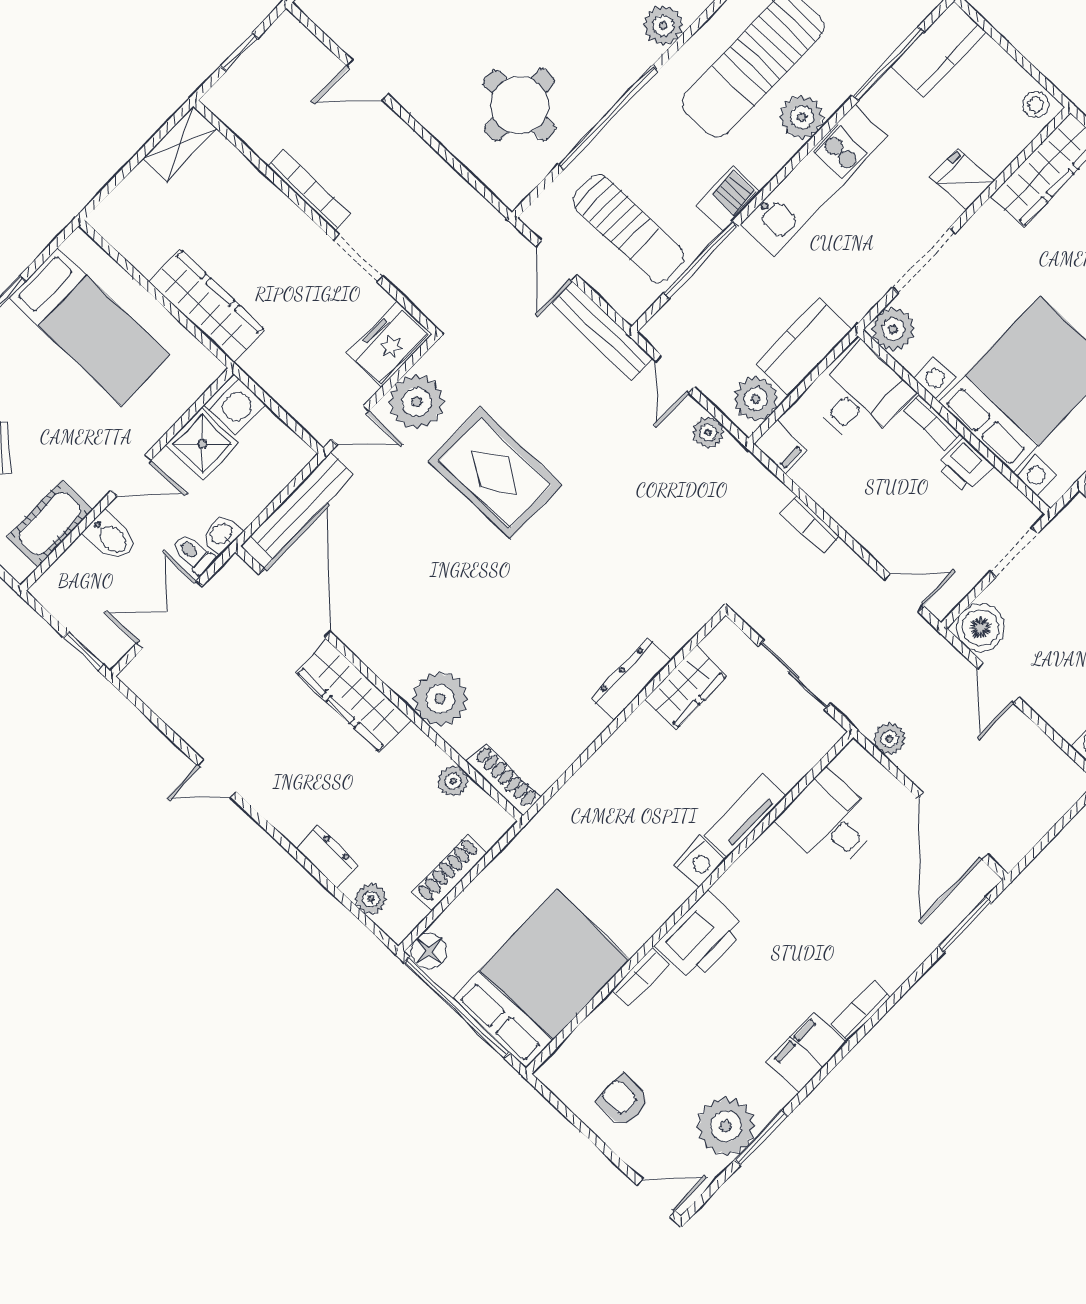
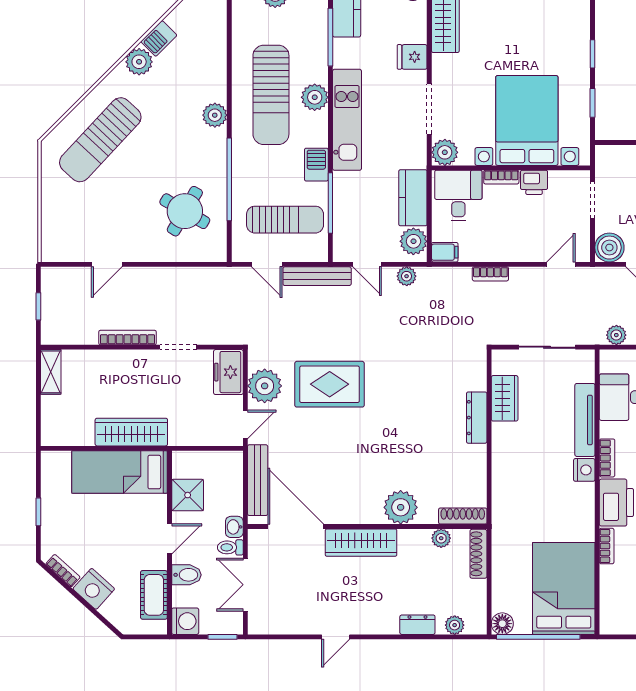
round table: (520, 105) -> (185, 211), turned 30
bed: (90, 326) -> (120, 472), moved, turned 180
washing machine: (234, 404) -> (185, 621), moved
tv unit: (745, 816) -> (585, 420), width x1.41
shoe rack: (450, 873) -> (478, 554), moved
bookcase: (740, 874) -> (607, 458), added

